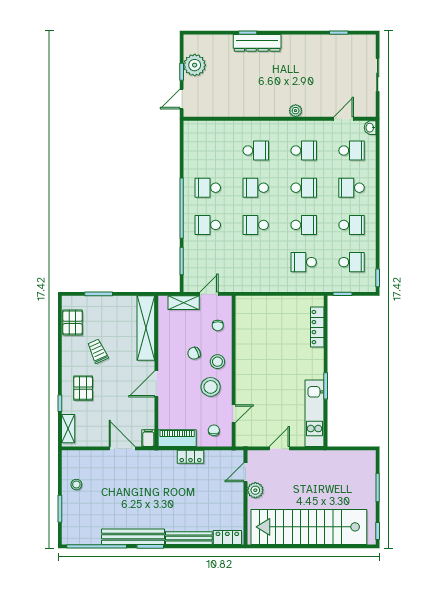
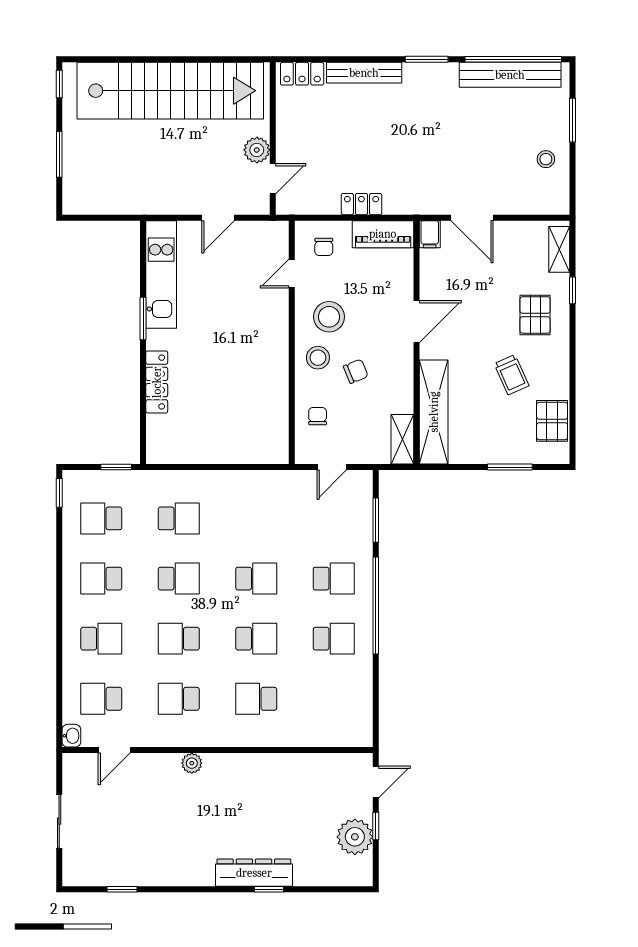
school desk: (304, 225) -> (179, 579), turned 180
shelving: (184, 303) -> (402, 439), moved, turned 90
locker: (317, 327) -> (157, 382), moved
bench: (133, 537) -> (510, 75), moved

